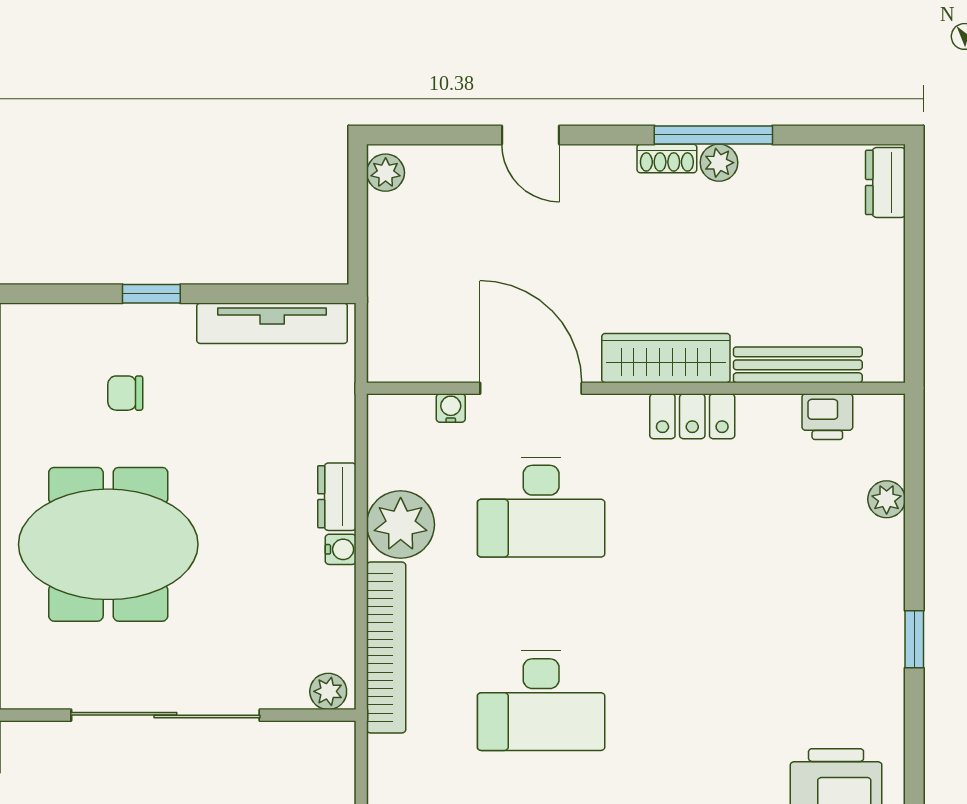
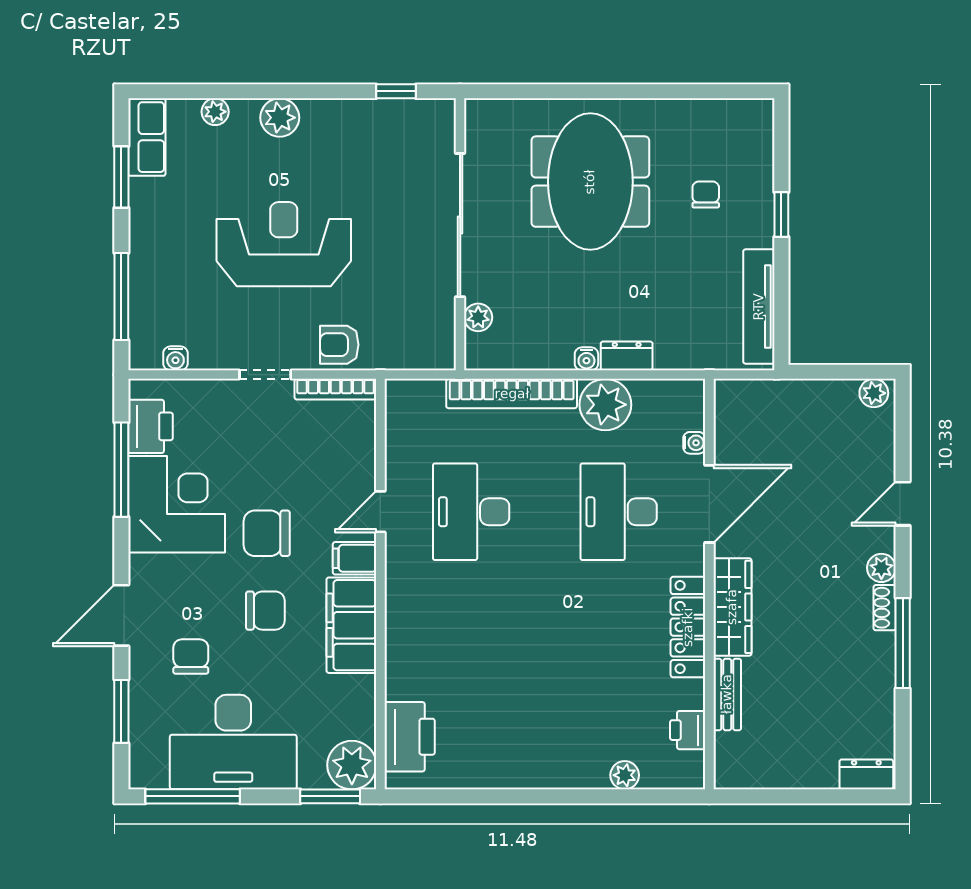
plant: (719, 163) -> (881, 568), moved
bench: (798, 365) -> (727, 694), width x0.73
locker: (692, 416) -> (688, 627), width x1.53
window: (914, 639) -> (518, 796), removed
plant: (328, 691) -> (478, 317), moved

